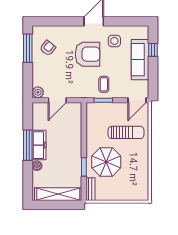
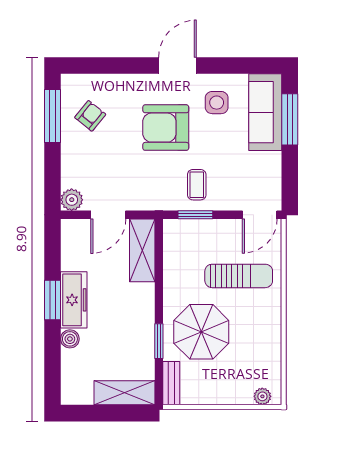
window: (153, 50) -> (290, 119), width x2.17
armchair: (88, 54) -> (166, 128), turned 180
sofa: (140, 60) -> (265, 112), moved
shelving: (75, 119) -> (142, 250), added
window: (28, 145) -> (53, 300), width x0.69
shelving: (58, 194) -> (124, 393), width x0.68
plant: (139, 196) -> (262, 396), added

